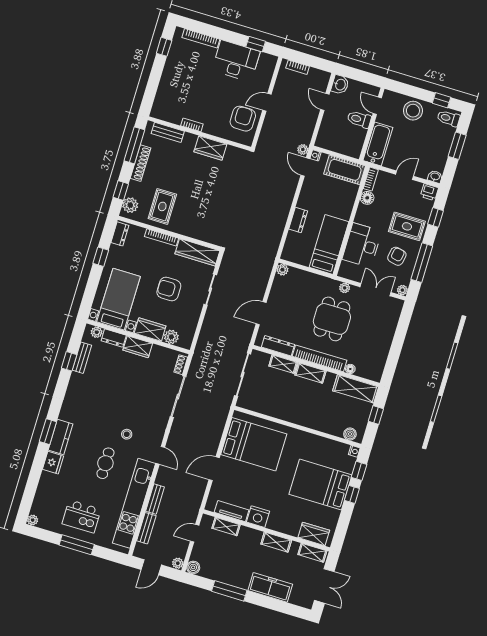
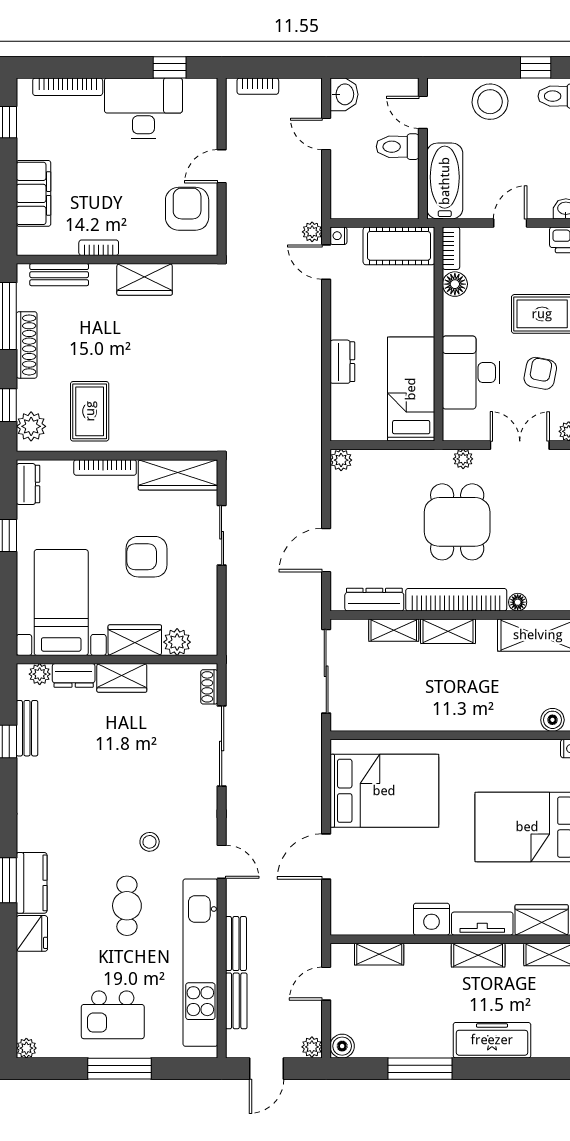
filing cabinet: (167, 87) -> (34, 193), added
tv unit: (232, 511) -> (482, 924), moved

